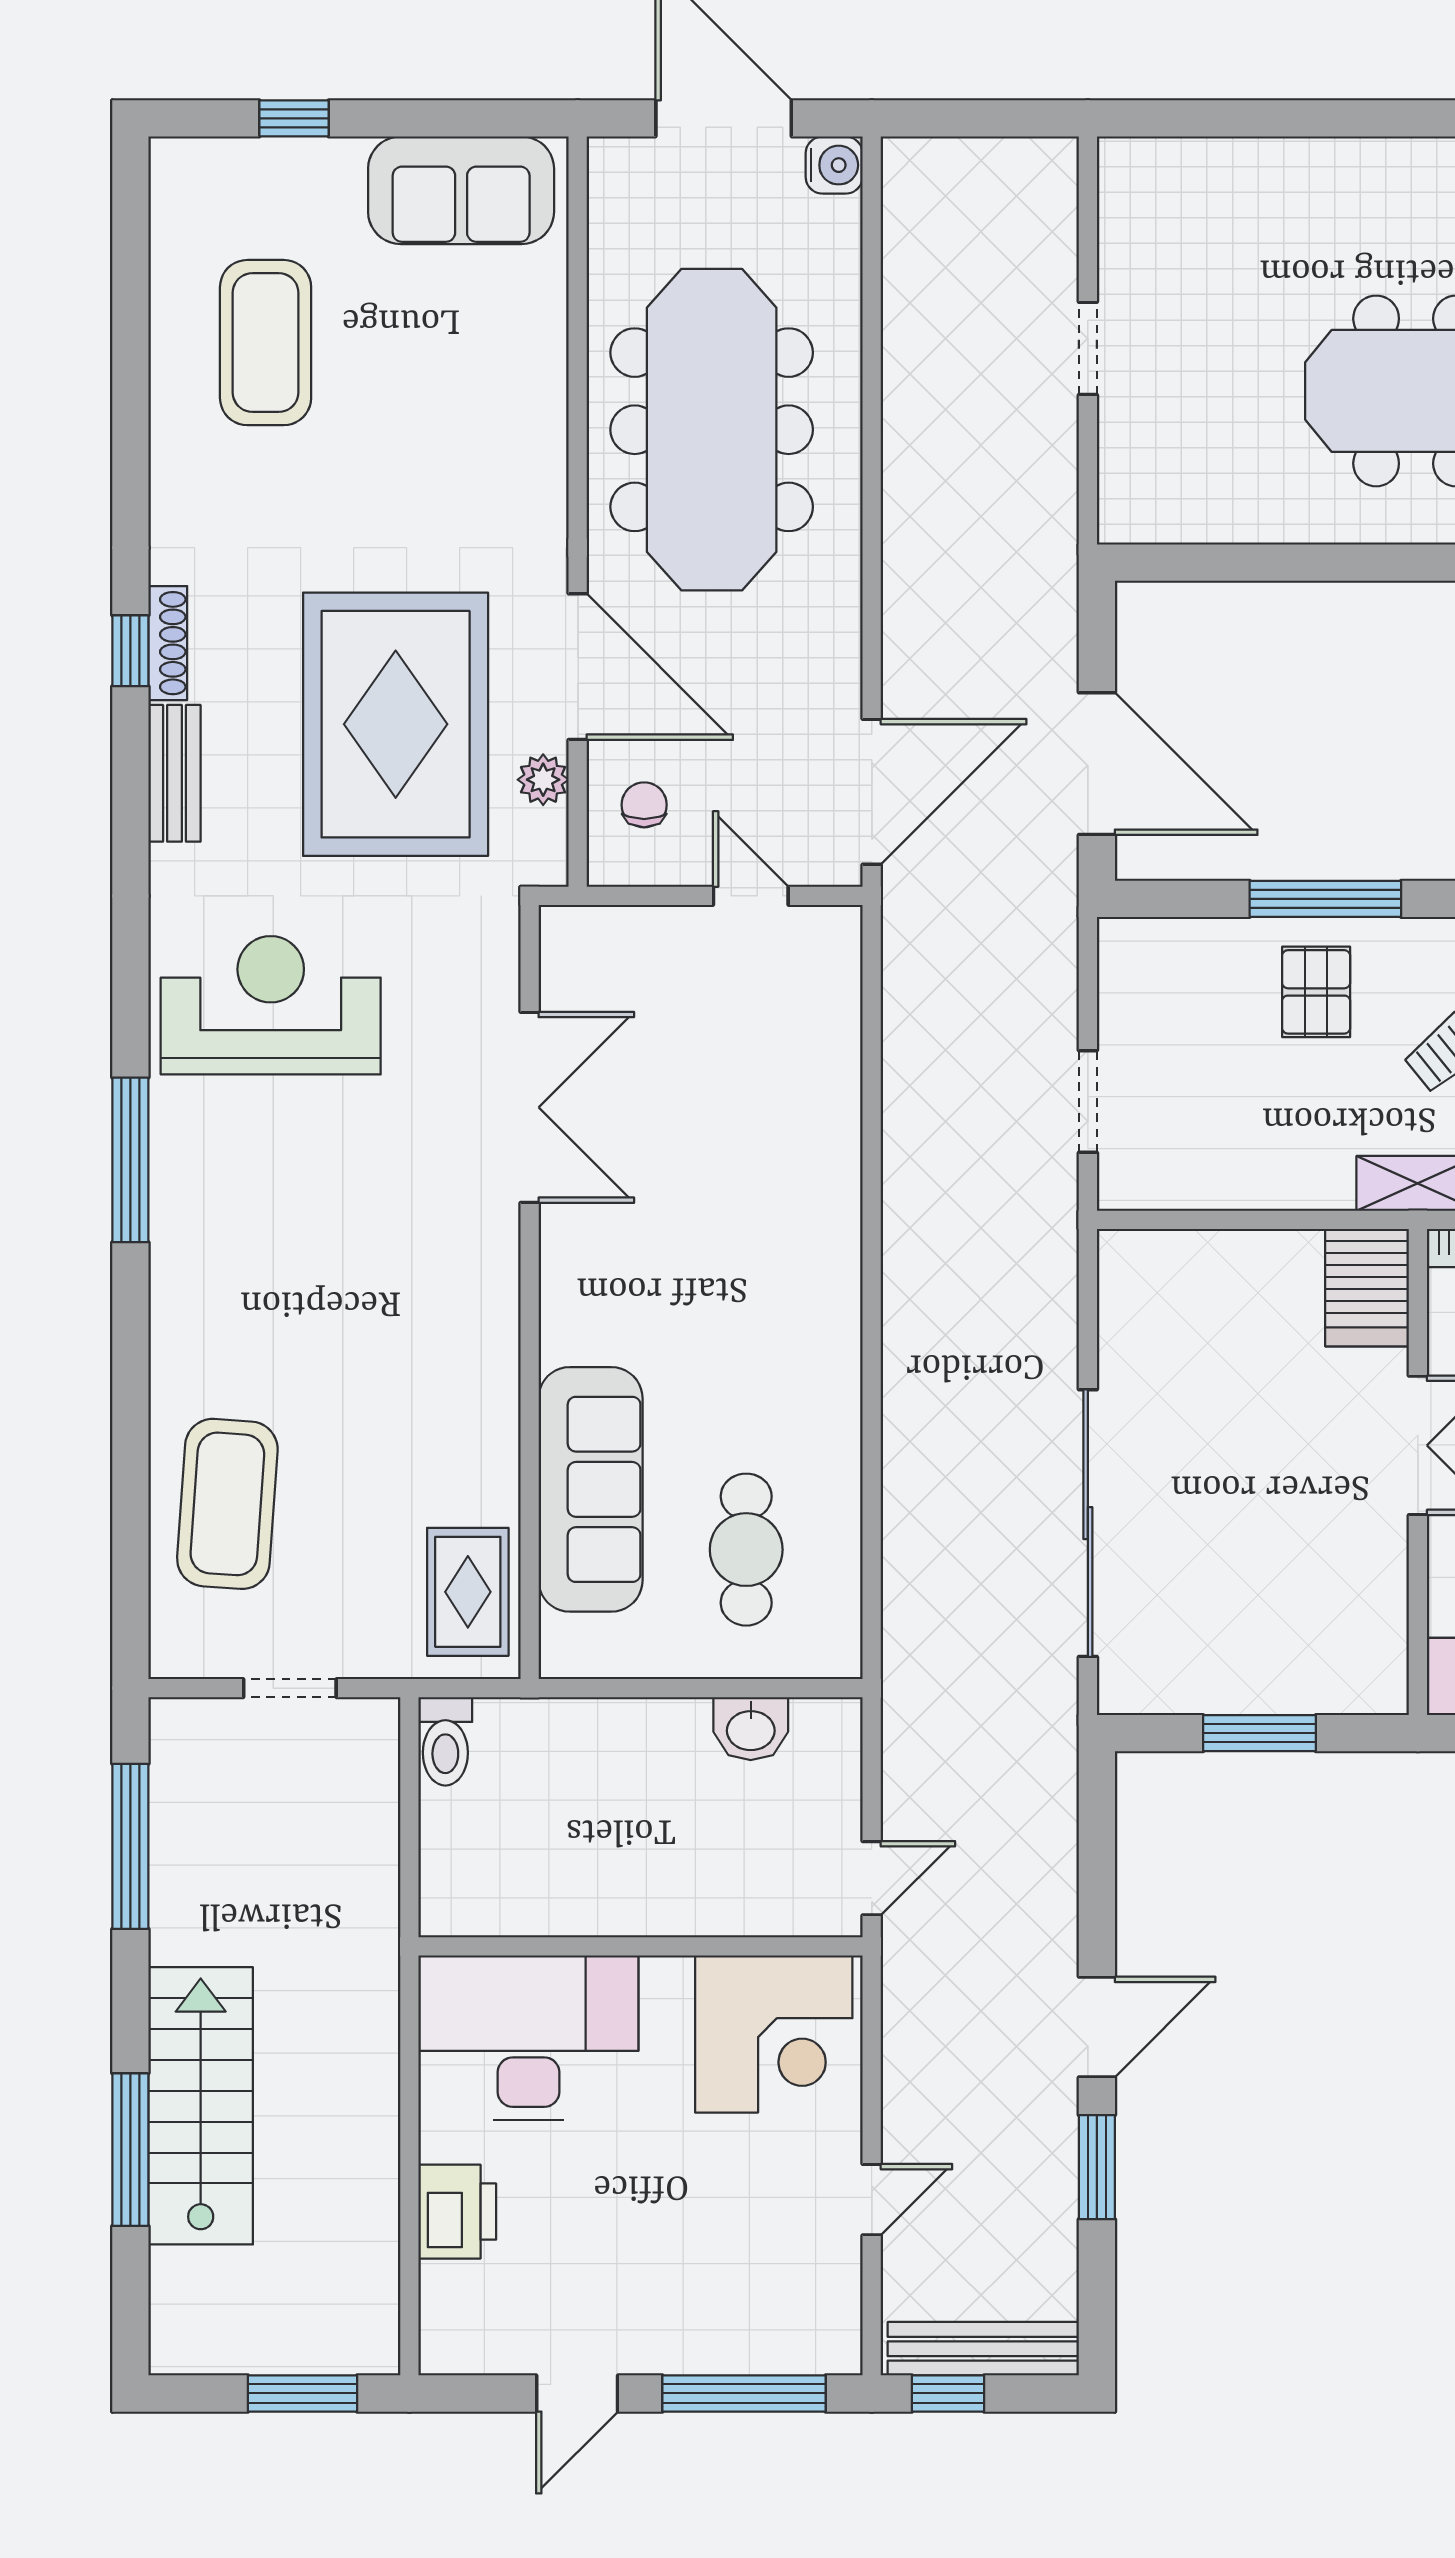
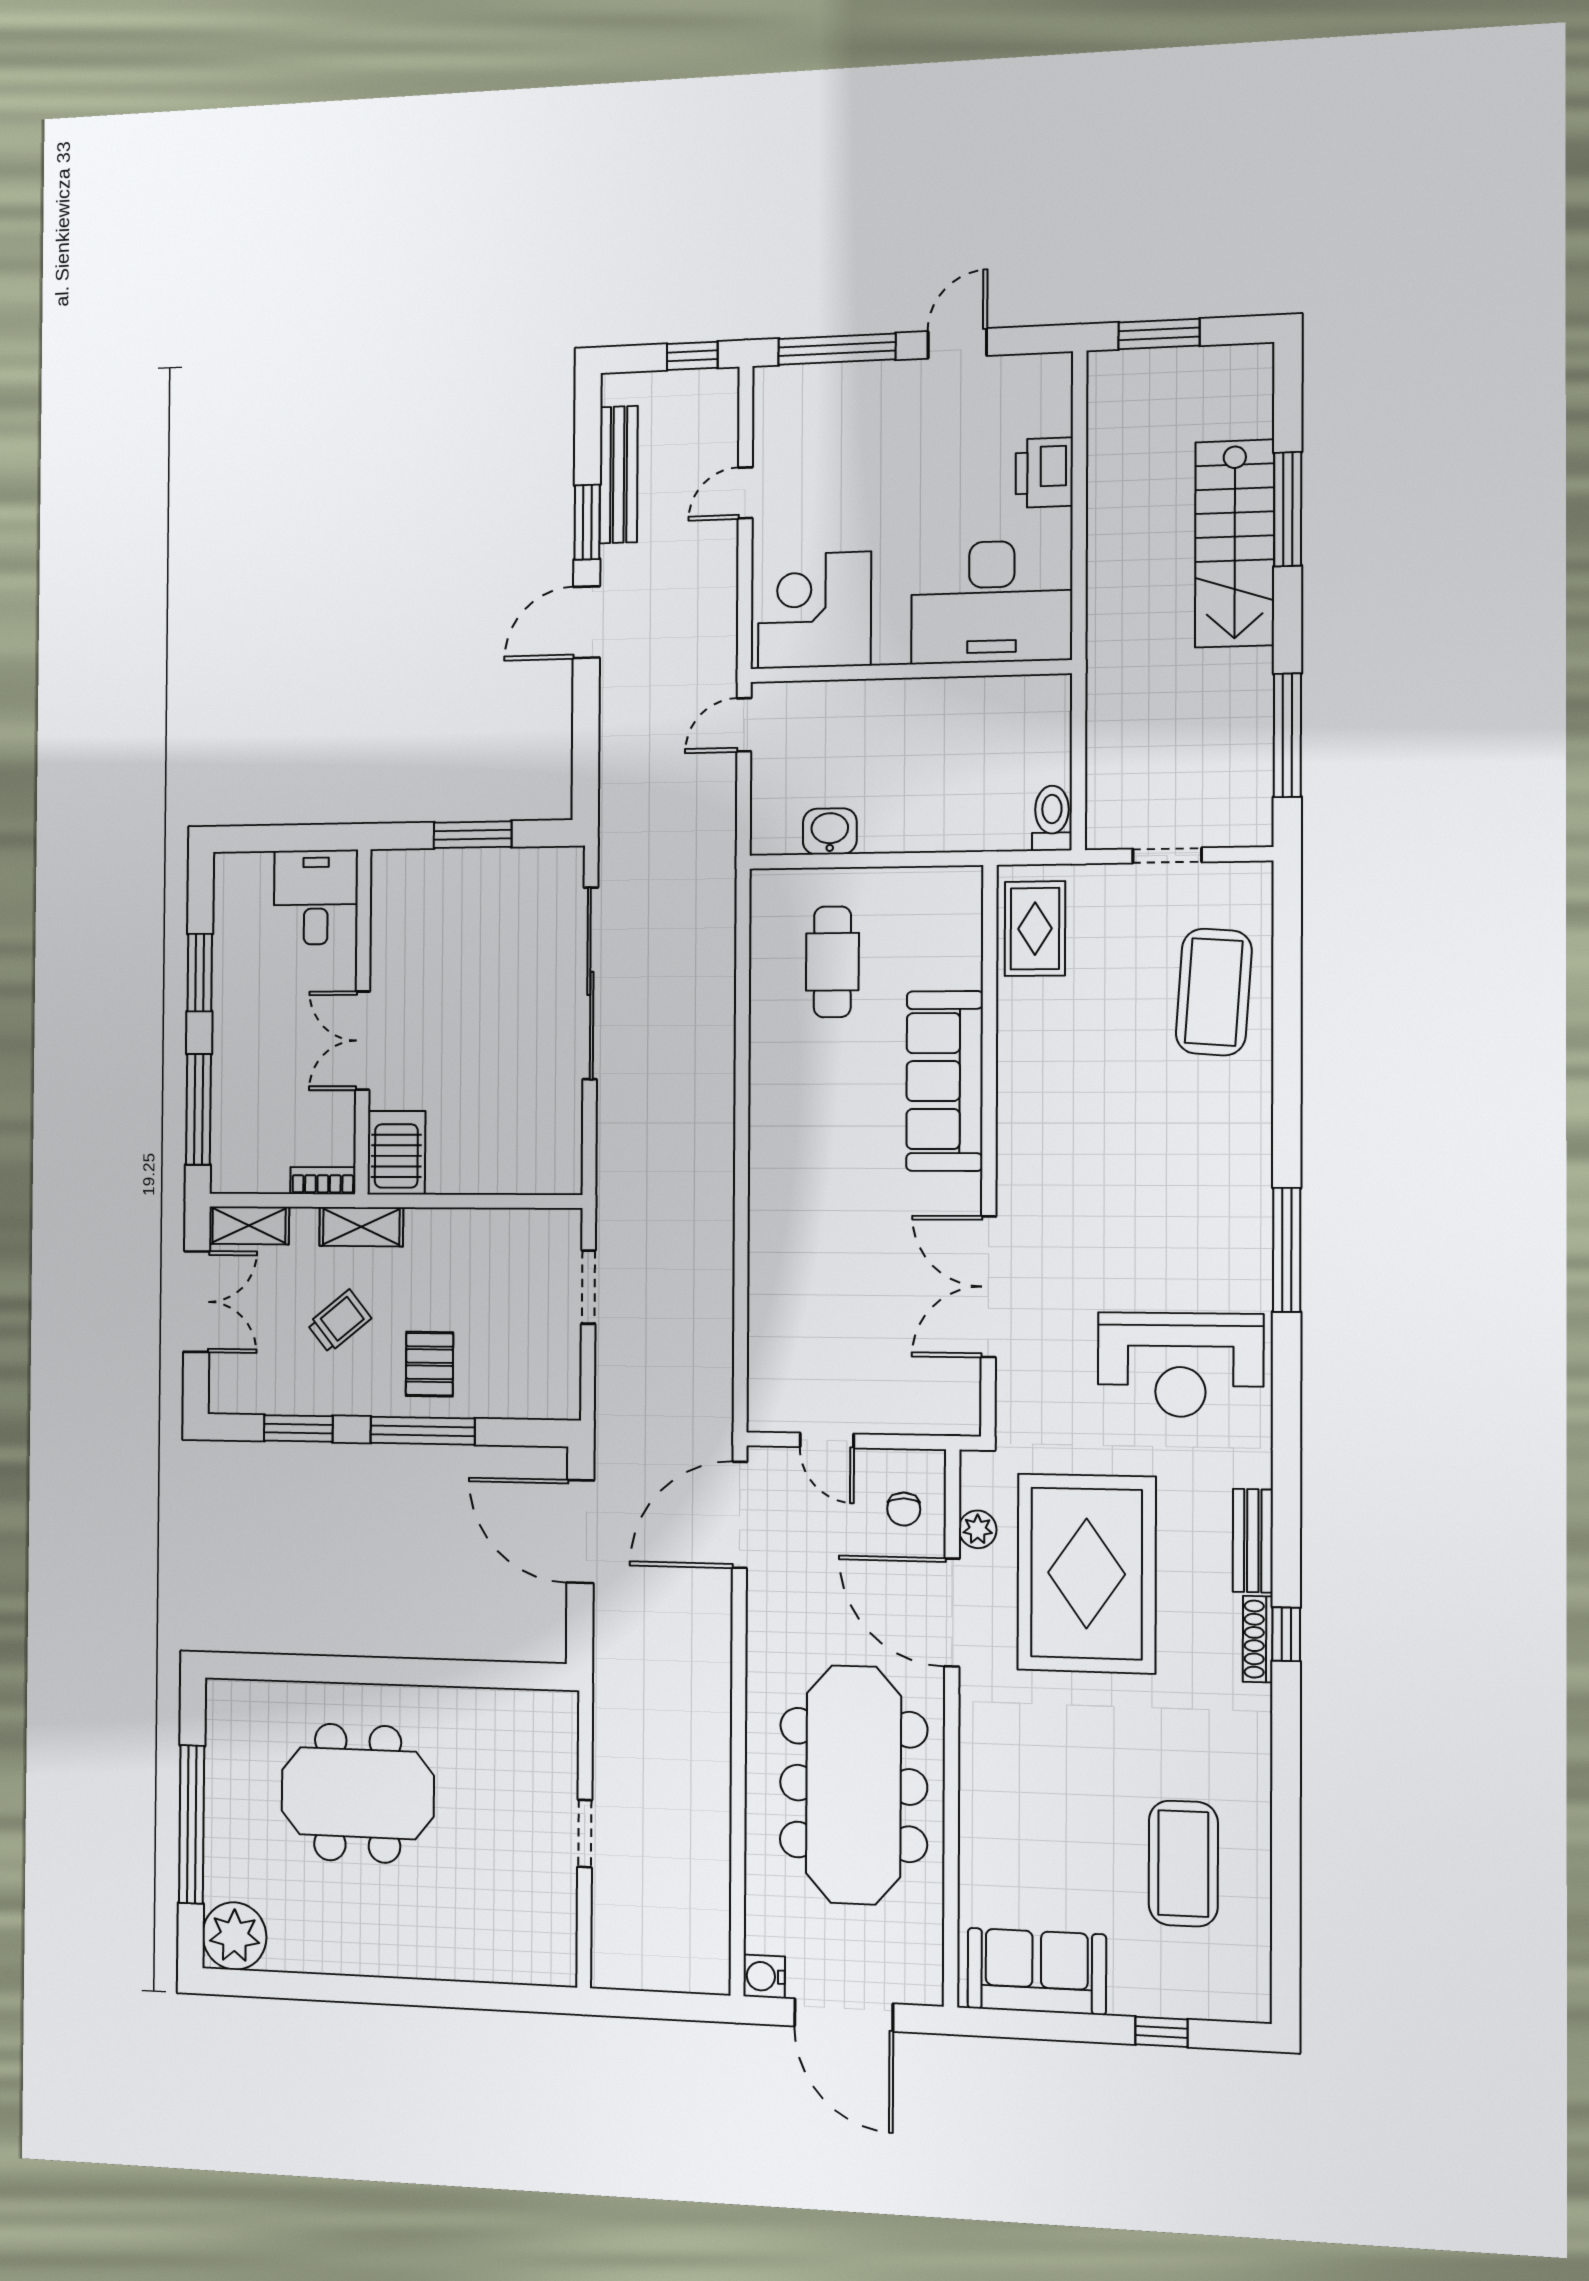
sofa: (591, 1489) -> (945, 1081), moved
bench: (983, 2349) -> (619, 475), moved, turned 90

